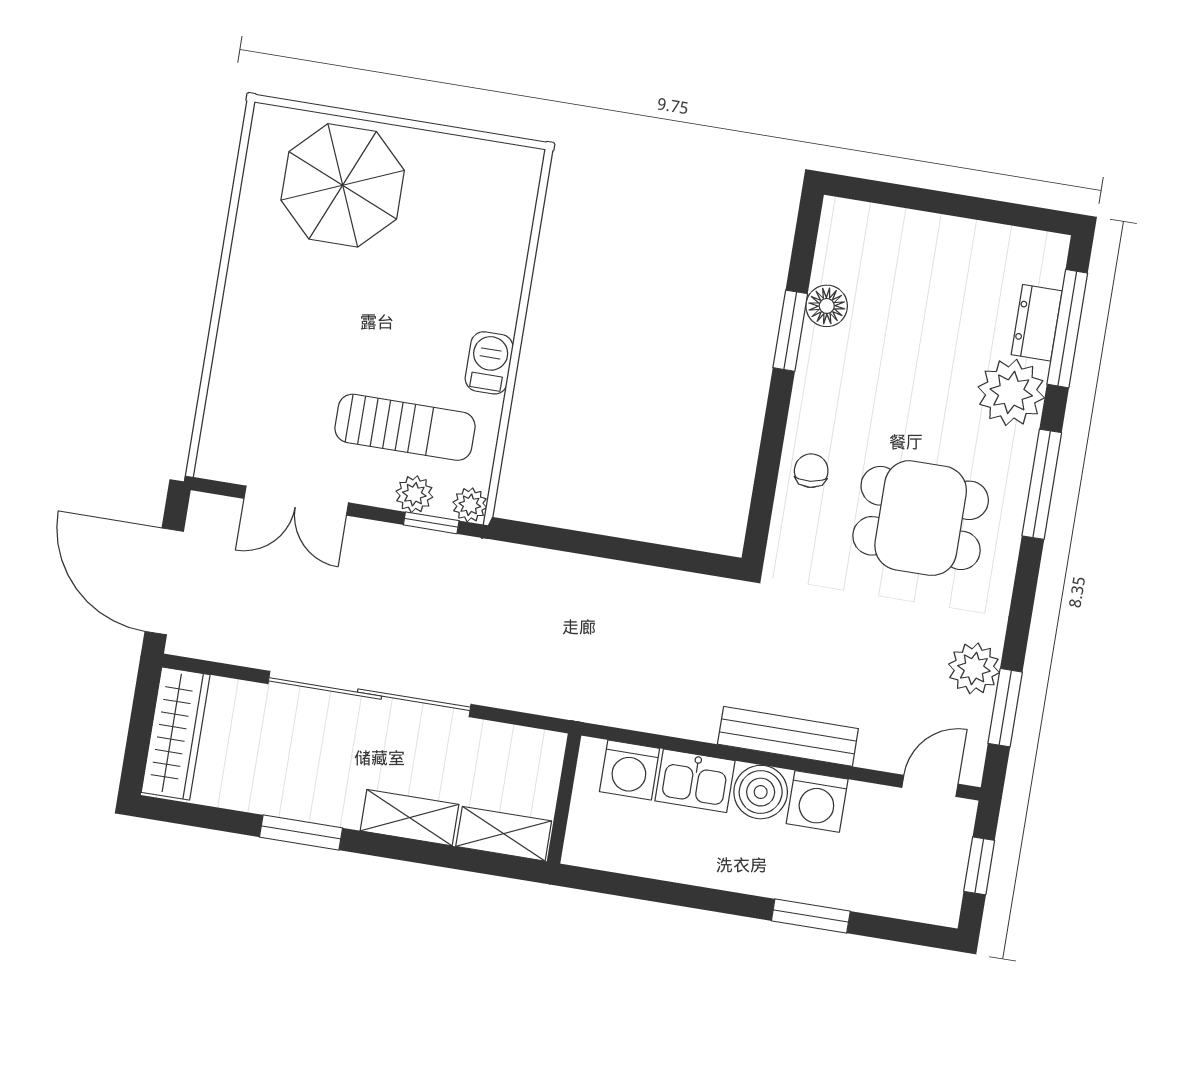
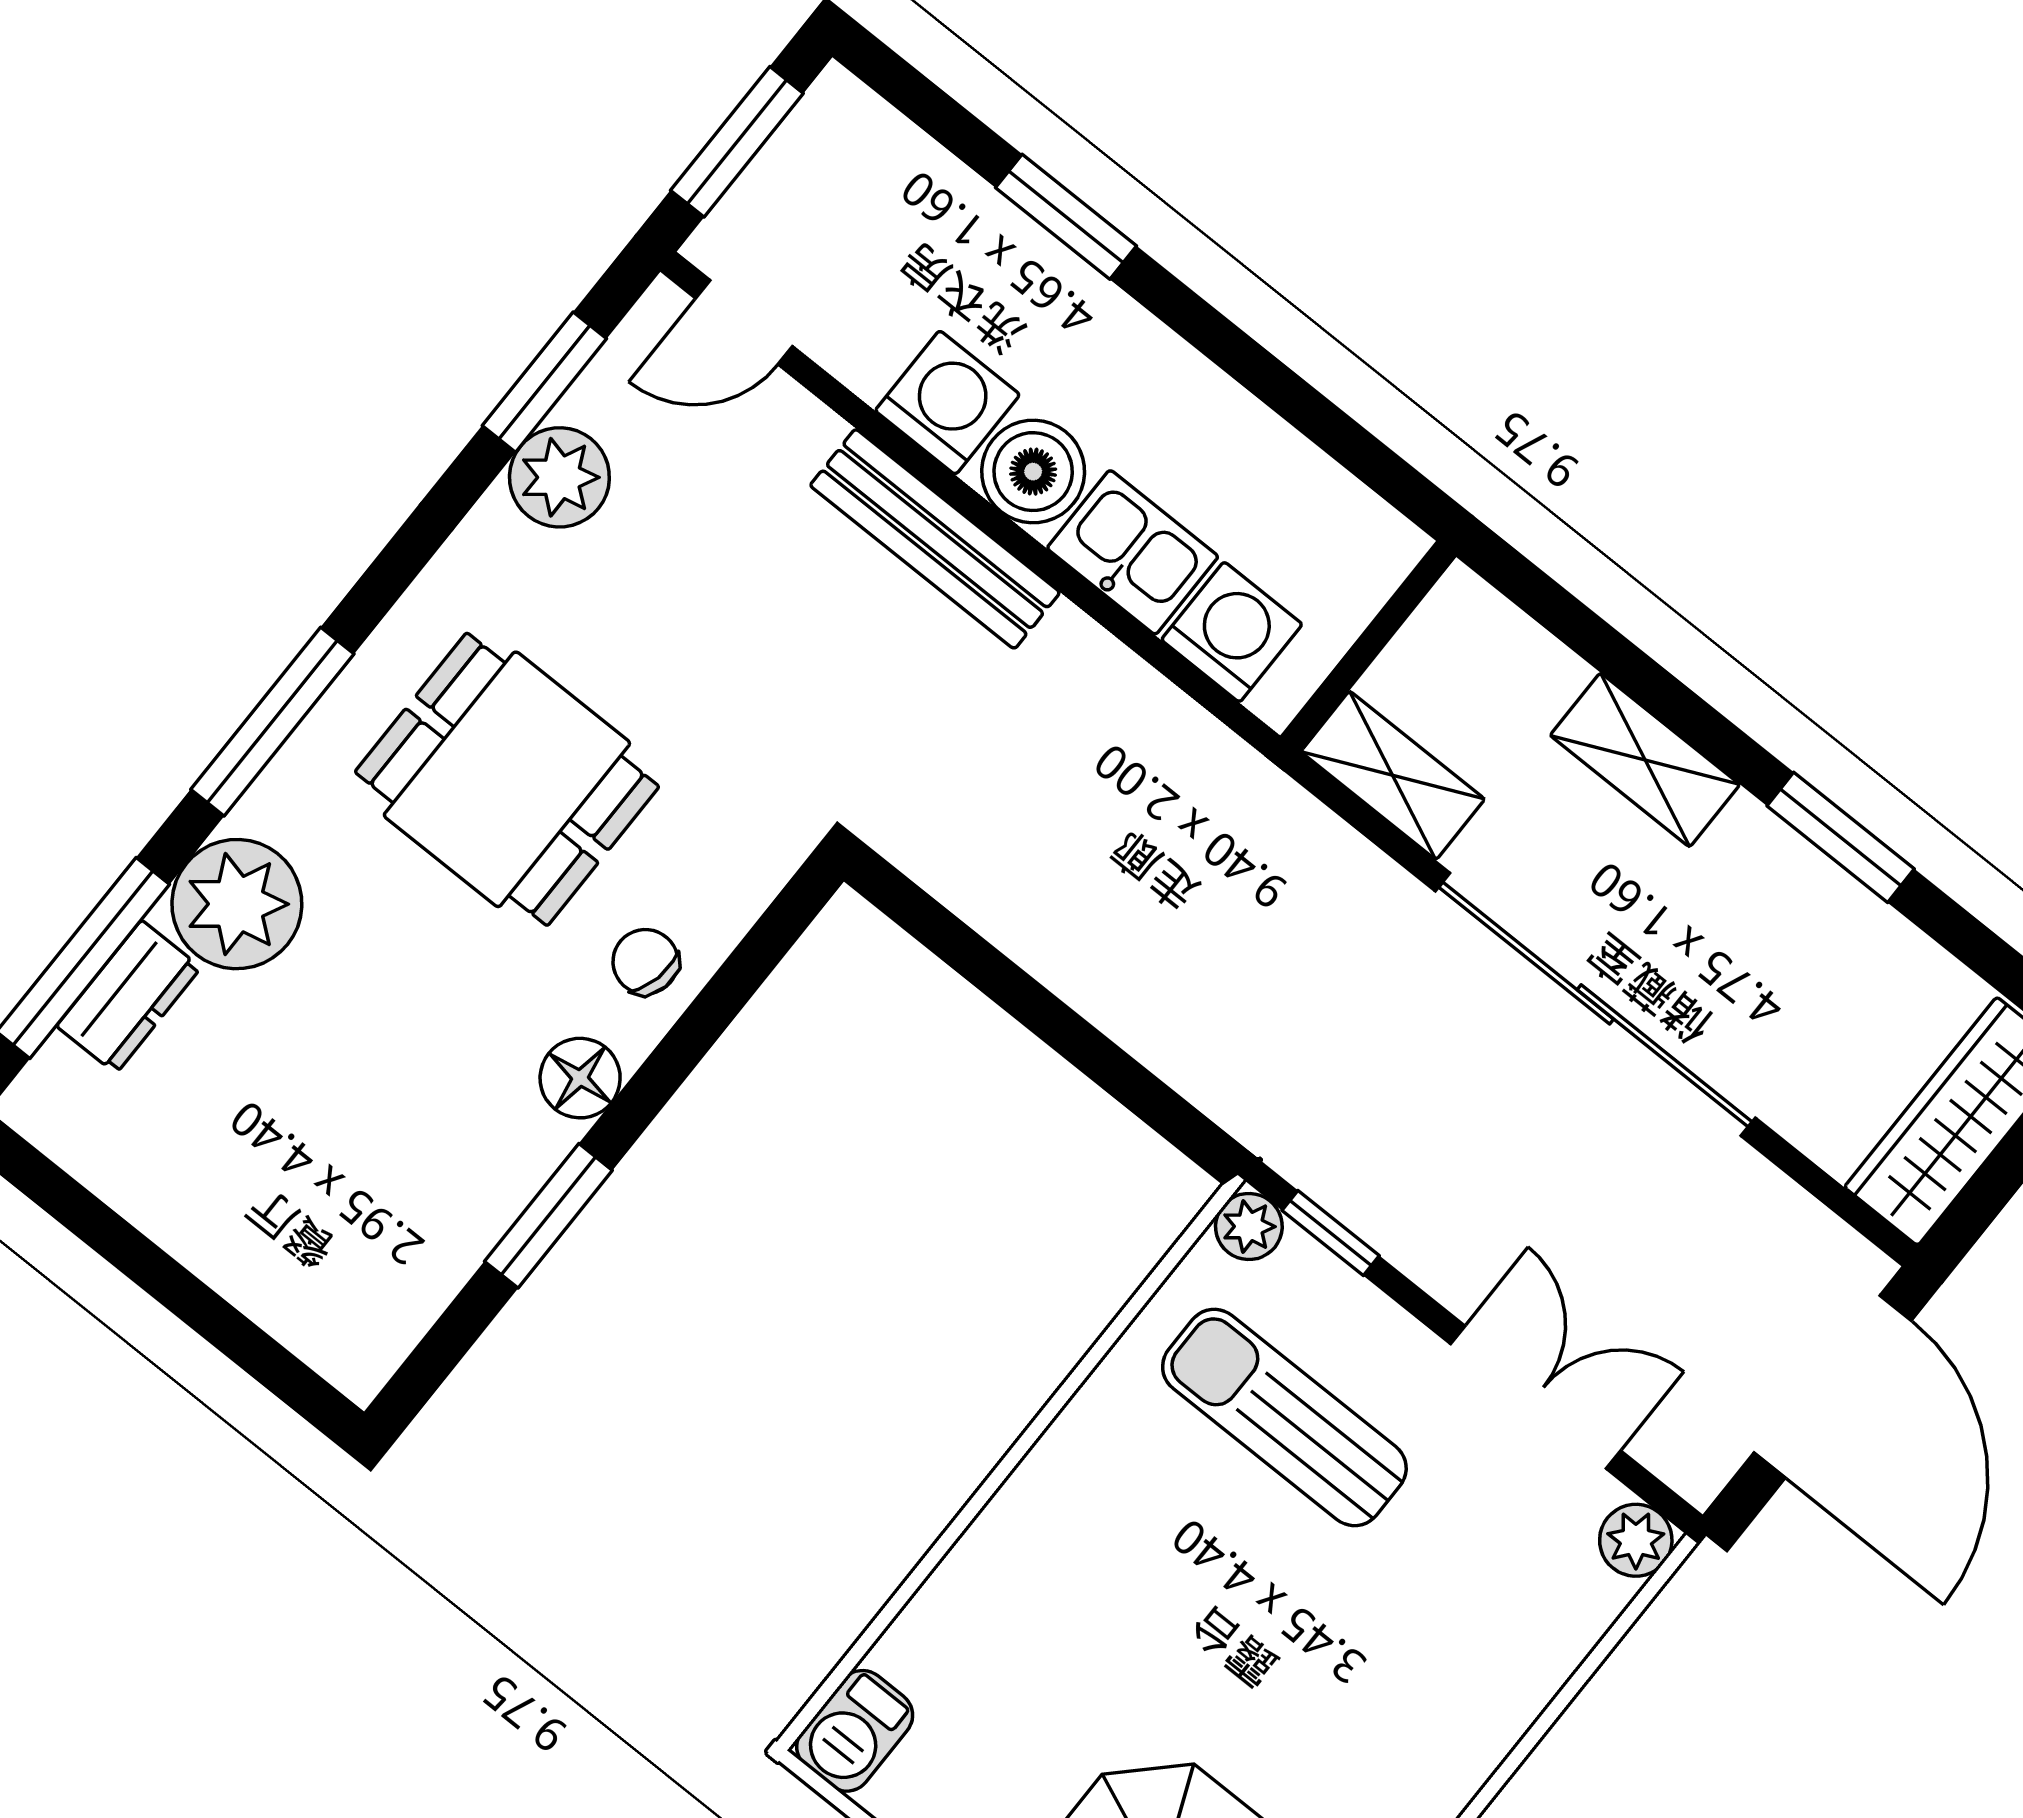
floor lamp: (827, 306) -> (580, 1078), moved
barbecue: (489, 363) -> (855, 1731), moved
chair: (811, 471) -> (645, 962), turned 108
plant: (414, 494) -> (1636, 1540), moved
shelving: (504, 834) -> (1393, 775), moved
window: (979, 866) -> (737, 142), width x1.50

